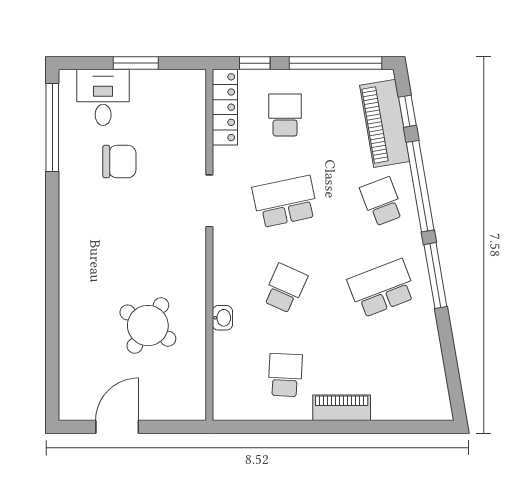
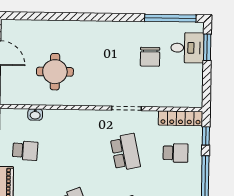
window: (136, 63) -> (207, 47), moved
school desk: (285, 288) -> (75, 151), removed
washbasin: (222, 318) -> (35, 114), moved
round table: (148, 326) -> (55, 72), turned -33

